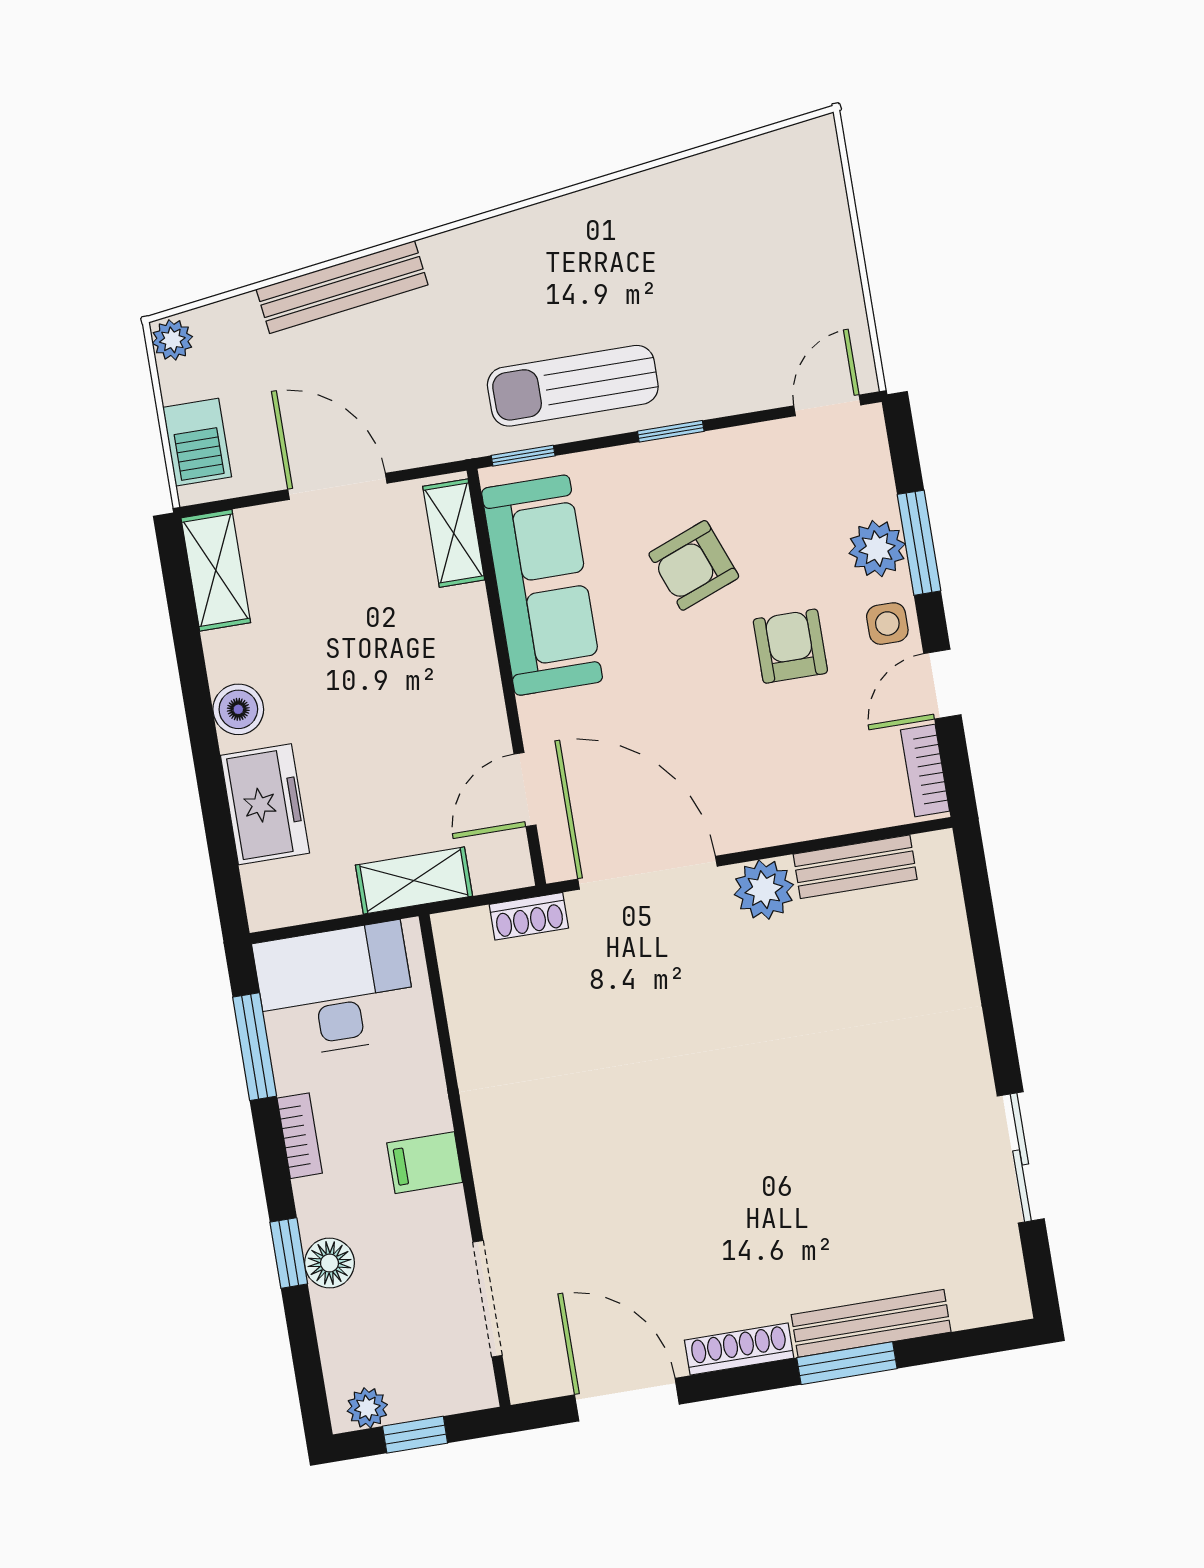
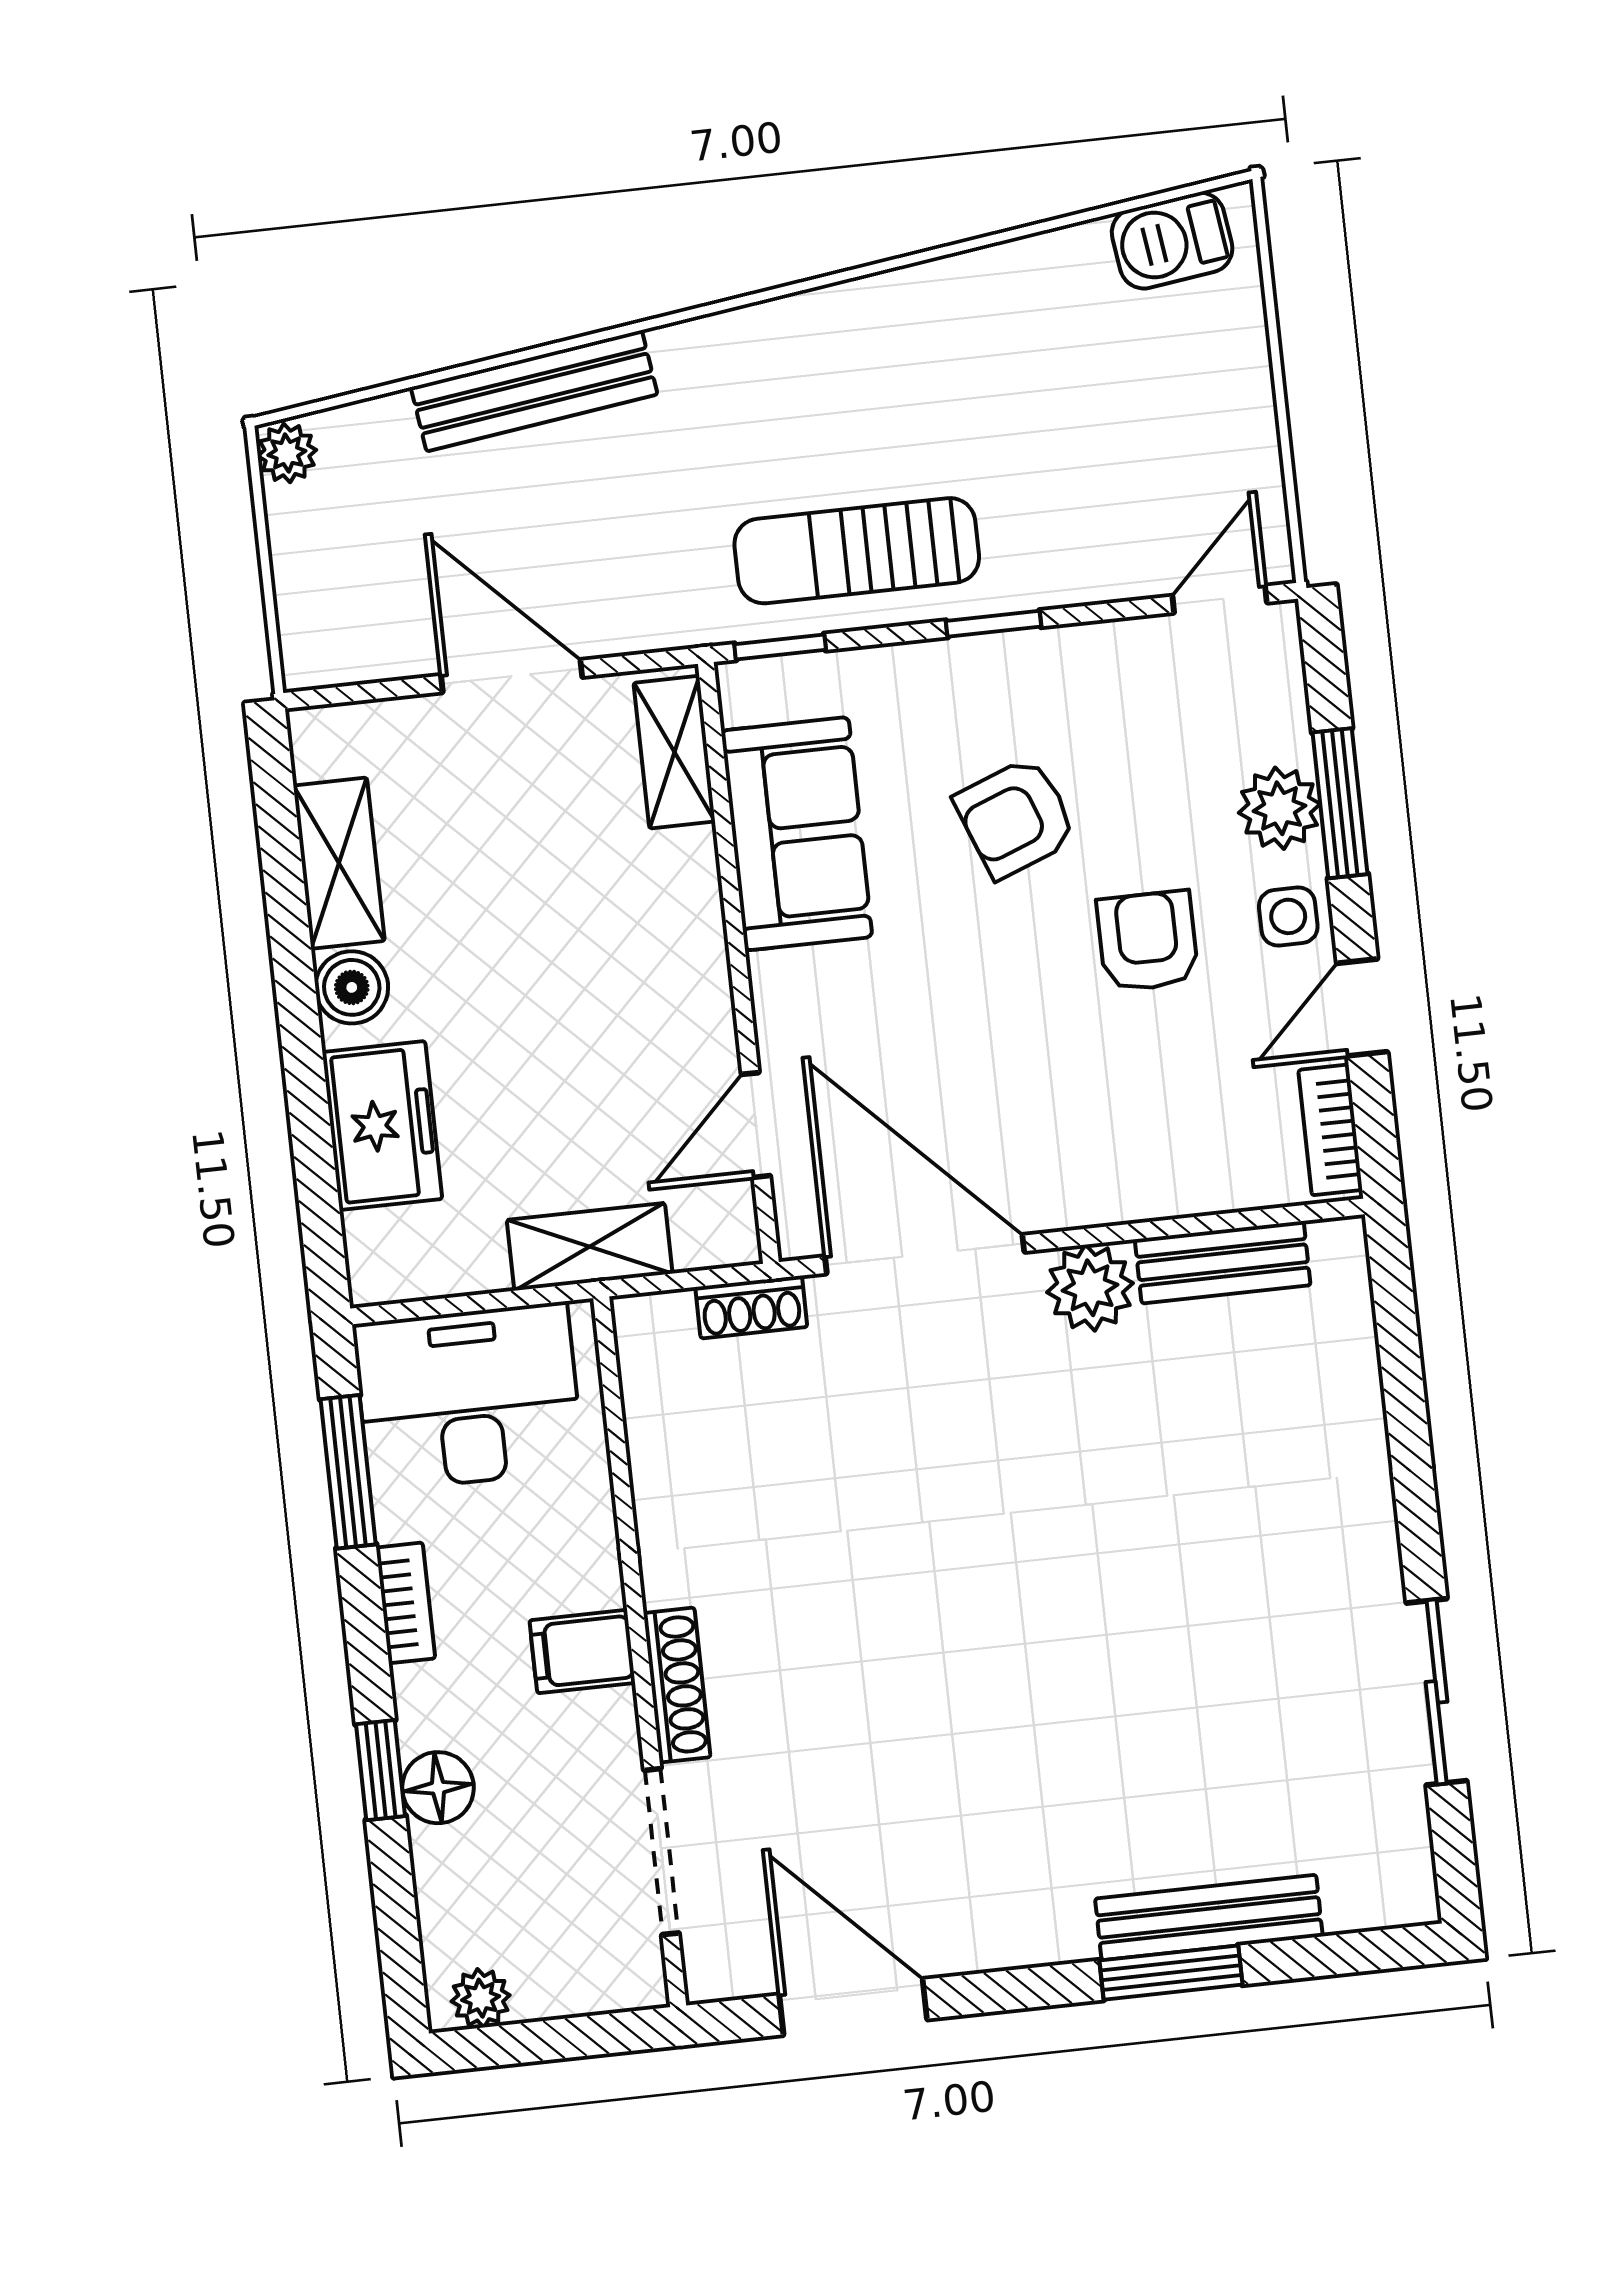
barbecue: (197, 442) -> (1172, 241), moved, turned 82
shelving: (216, 570) -> (339, 863), moved
sofa: (542, 585) -> (797, 834), width x0.73
shoe rack: (739, 1349) -> (677, 1685), moved, turned 90
window: (415, 1435) -> (547, 2040), removed

